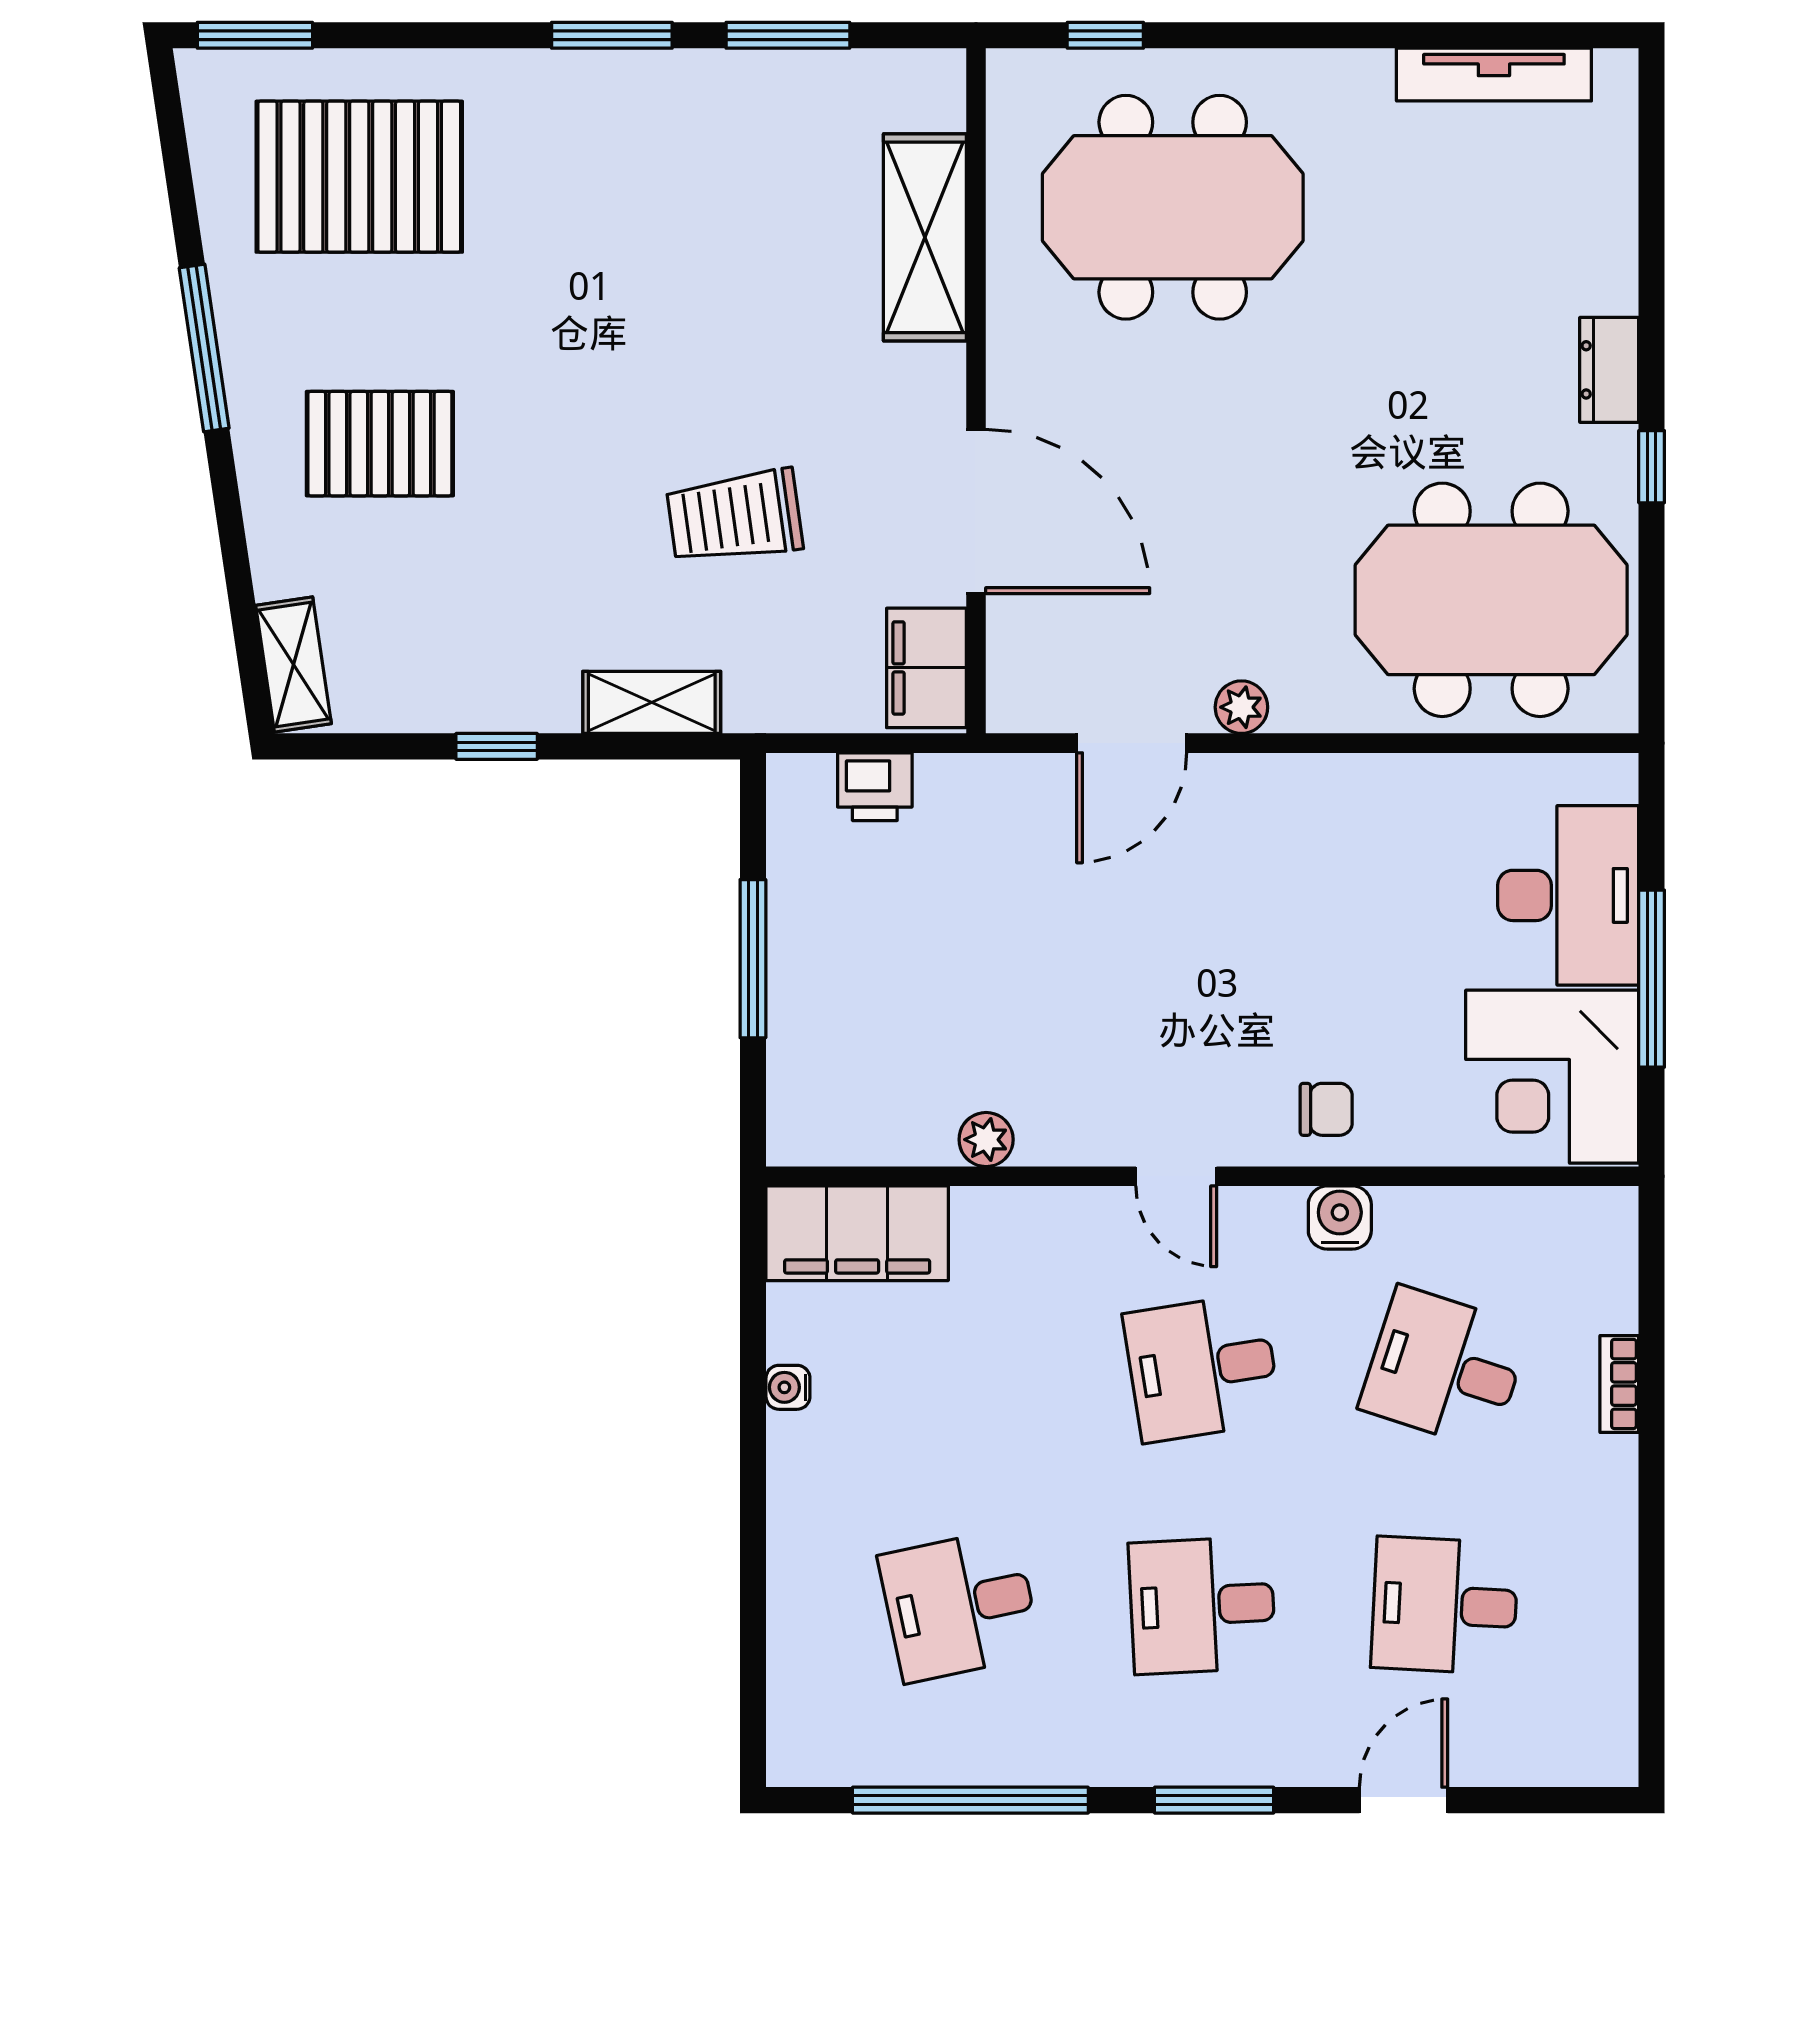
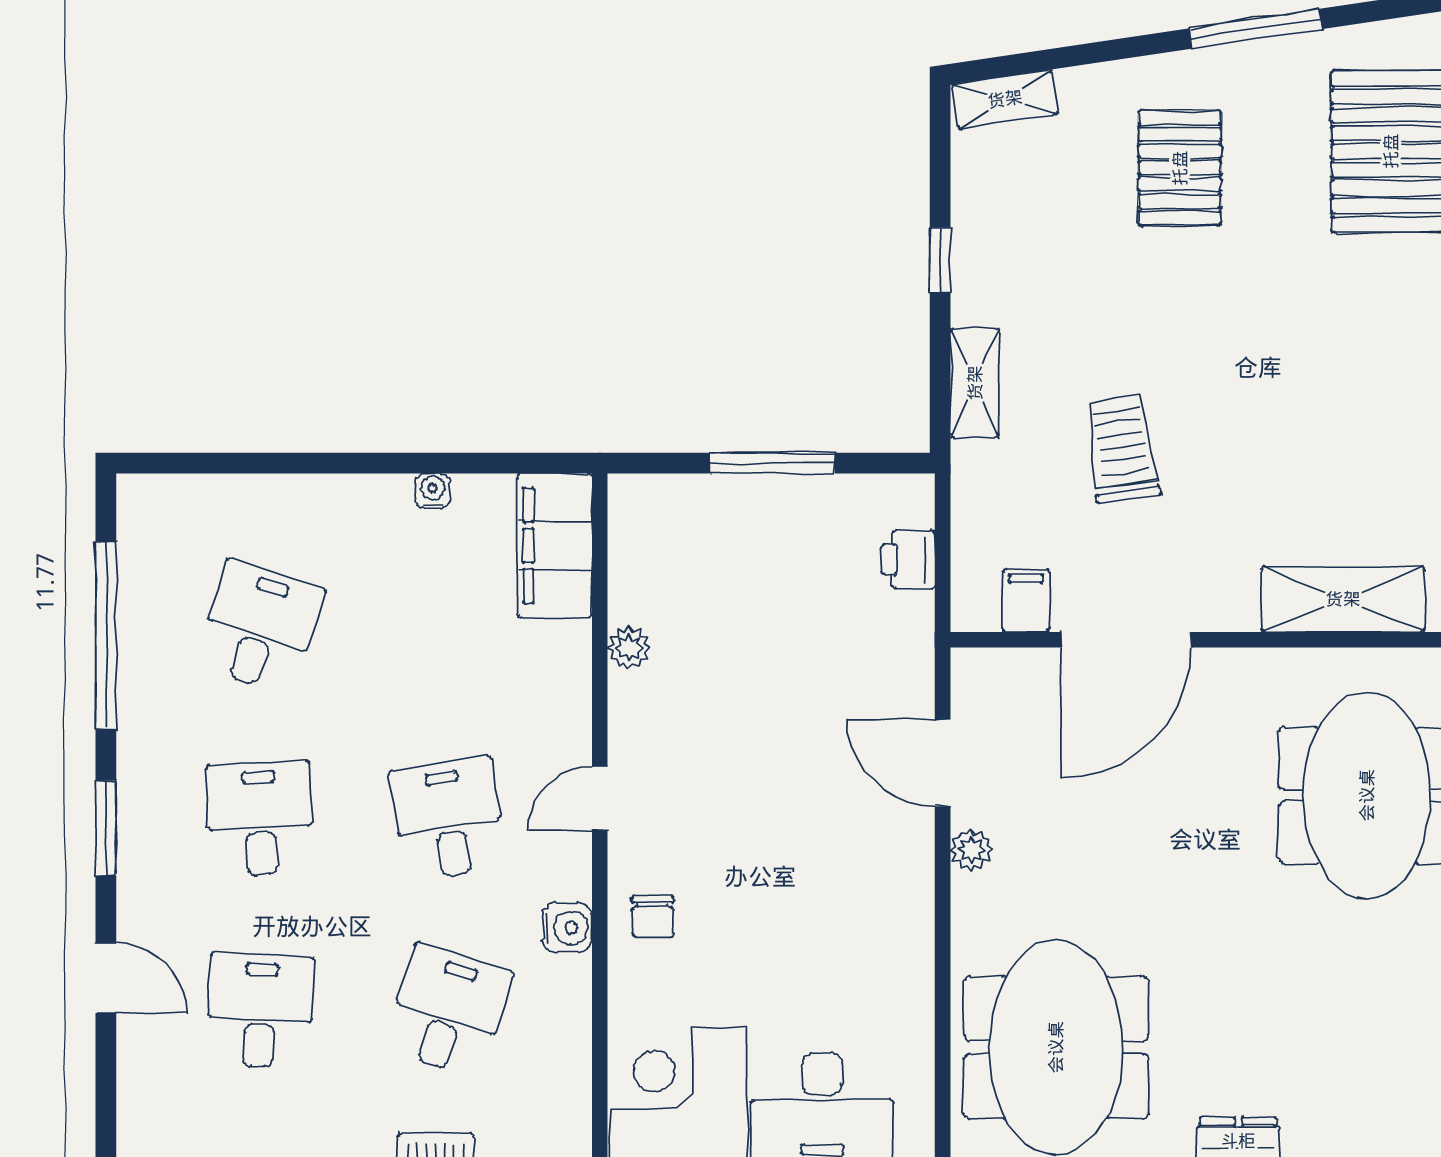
filing cabinet: (926, 668) -> (1026, 600), width x0.50
desk: (960, 1605) -> (260, 627), turned 30

